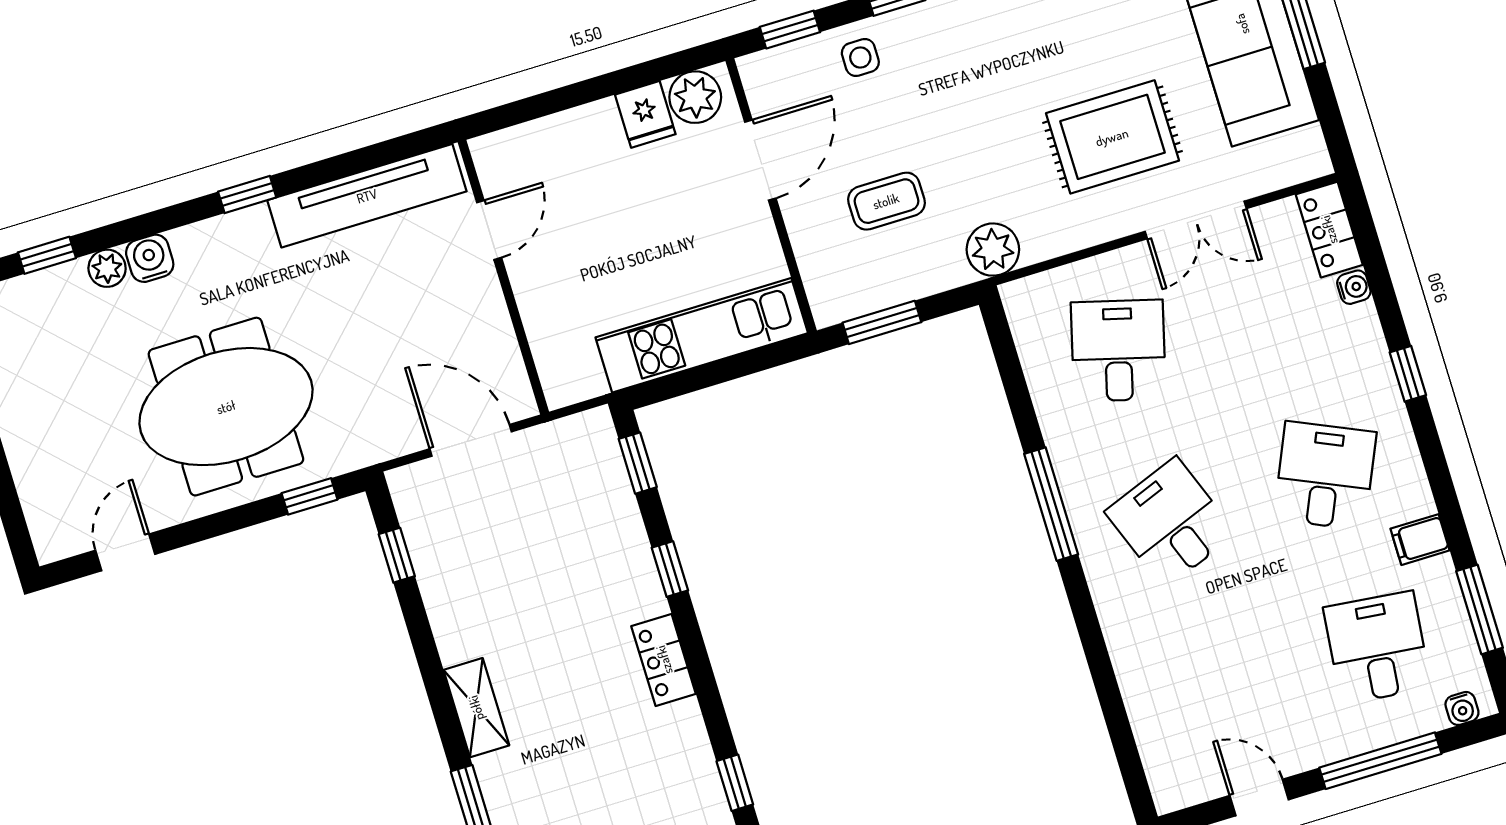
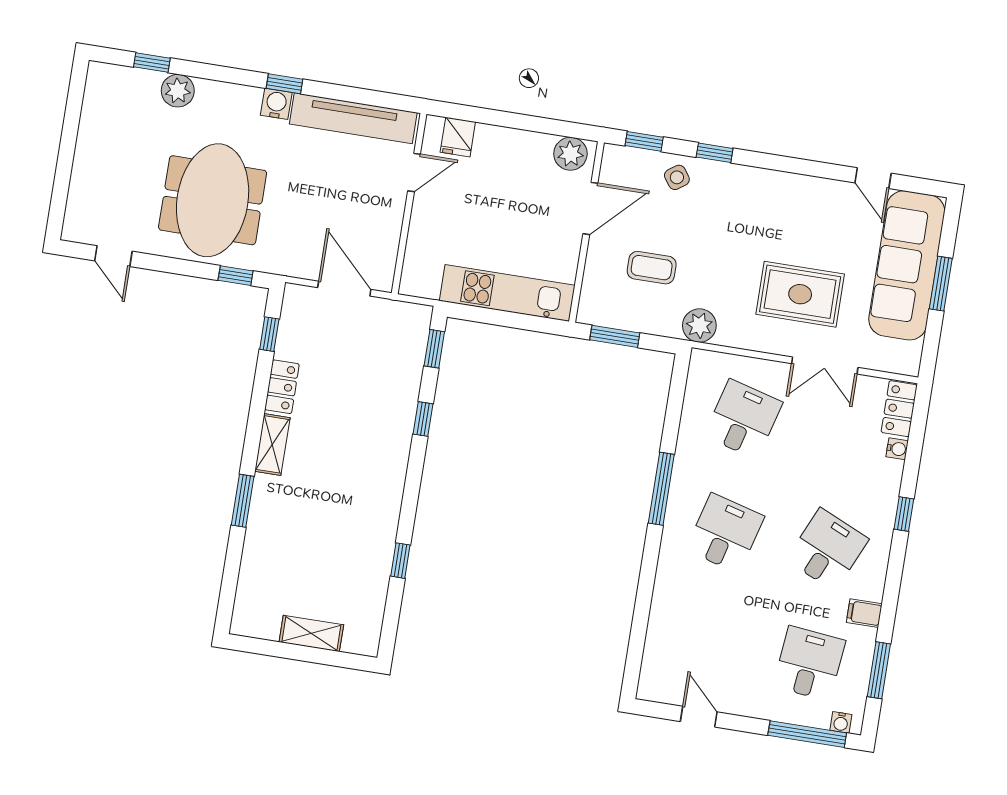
side table: (860, 57) -> (677, 177), turned -36
fridge: (645, 114) -> (458, 137), moved
water cooler: (150, 258) -> (276, 104), moved
plant: (107, 268) -> (178, 91), width x1.38, depth x1.38
meeting table: (226, 407) -> (213, 200), turned 90
desk: (1171, 523) -> (725, 533), turned 36
door: (125, 552) -> (113, 256), swing flipped
locker: (664, 660) -> (282, 387), moved, turned 180
window: (1380, 761) -> (807, 734), moved

